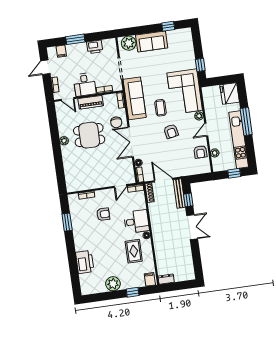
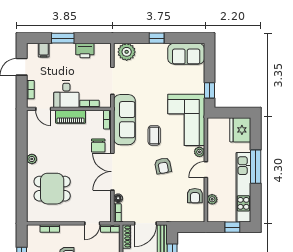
window: (168, 26) -> (157, 38), moved
sofa: (152, 41) -> (186, 54), moved
dining table: (89, 135) -> (52, 189), moved
door: (163, 180) -> (145, 223), swing flipped

